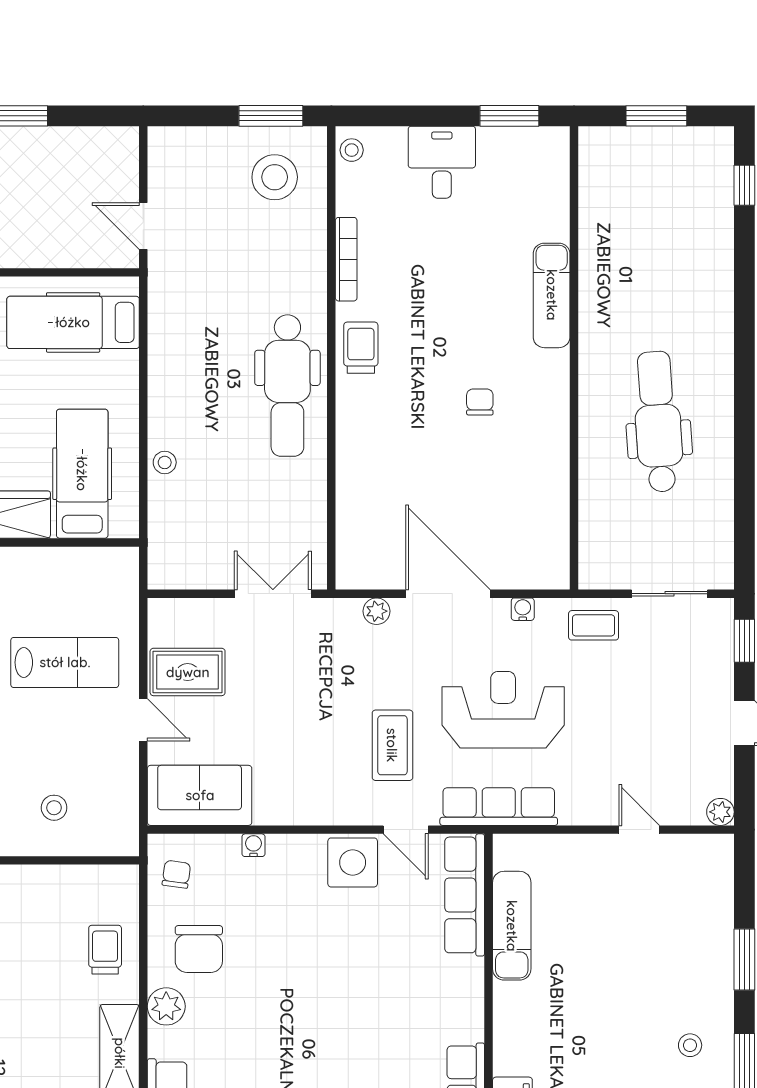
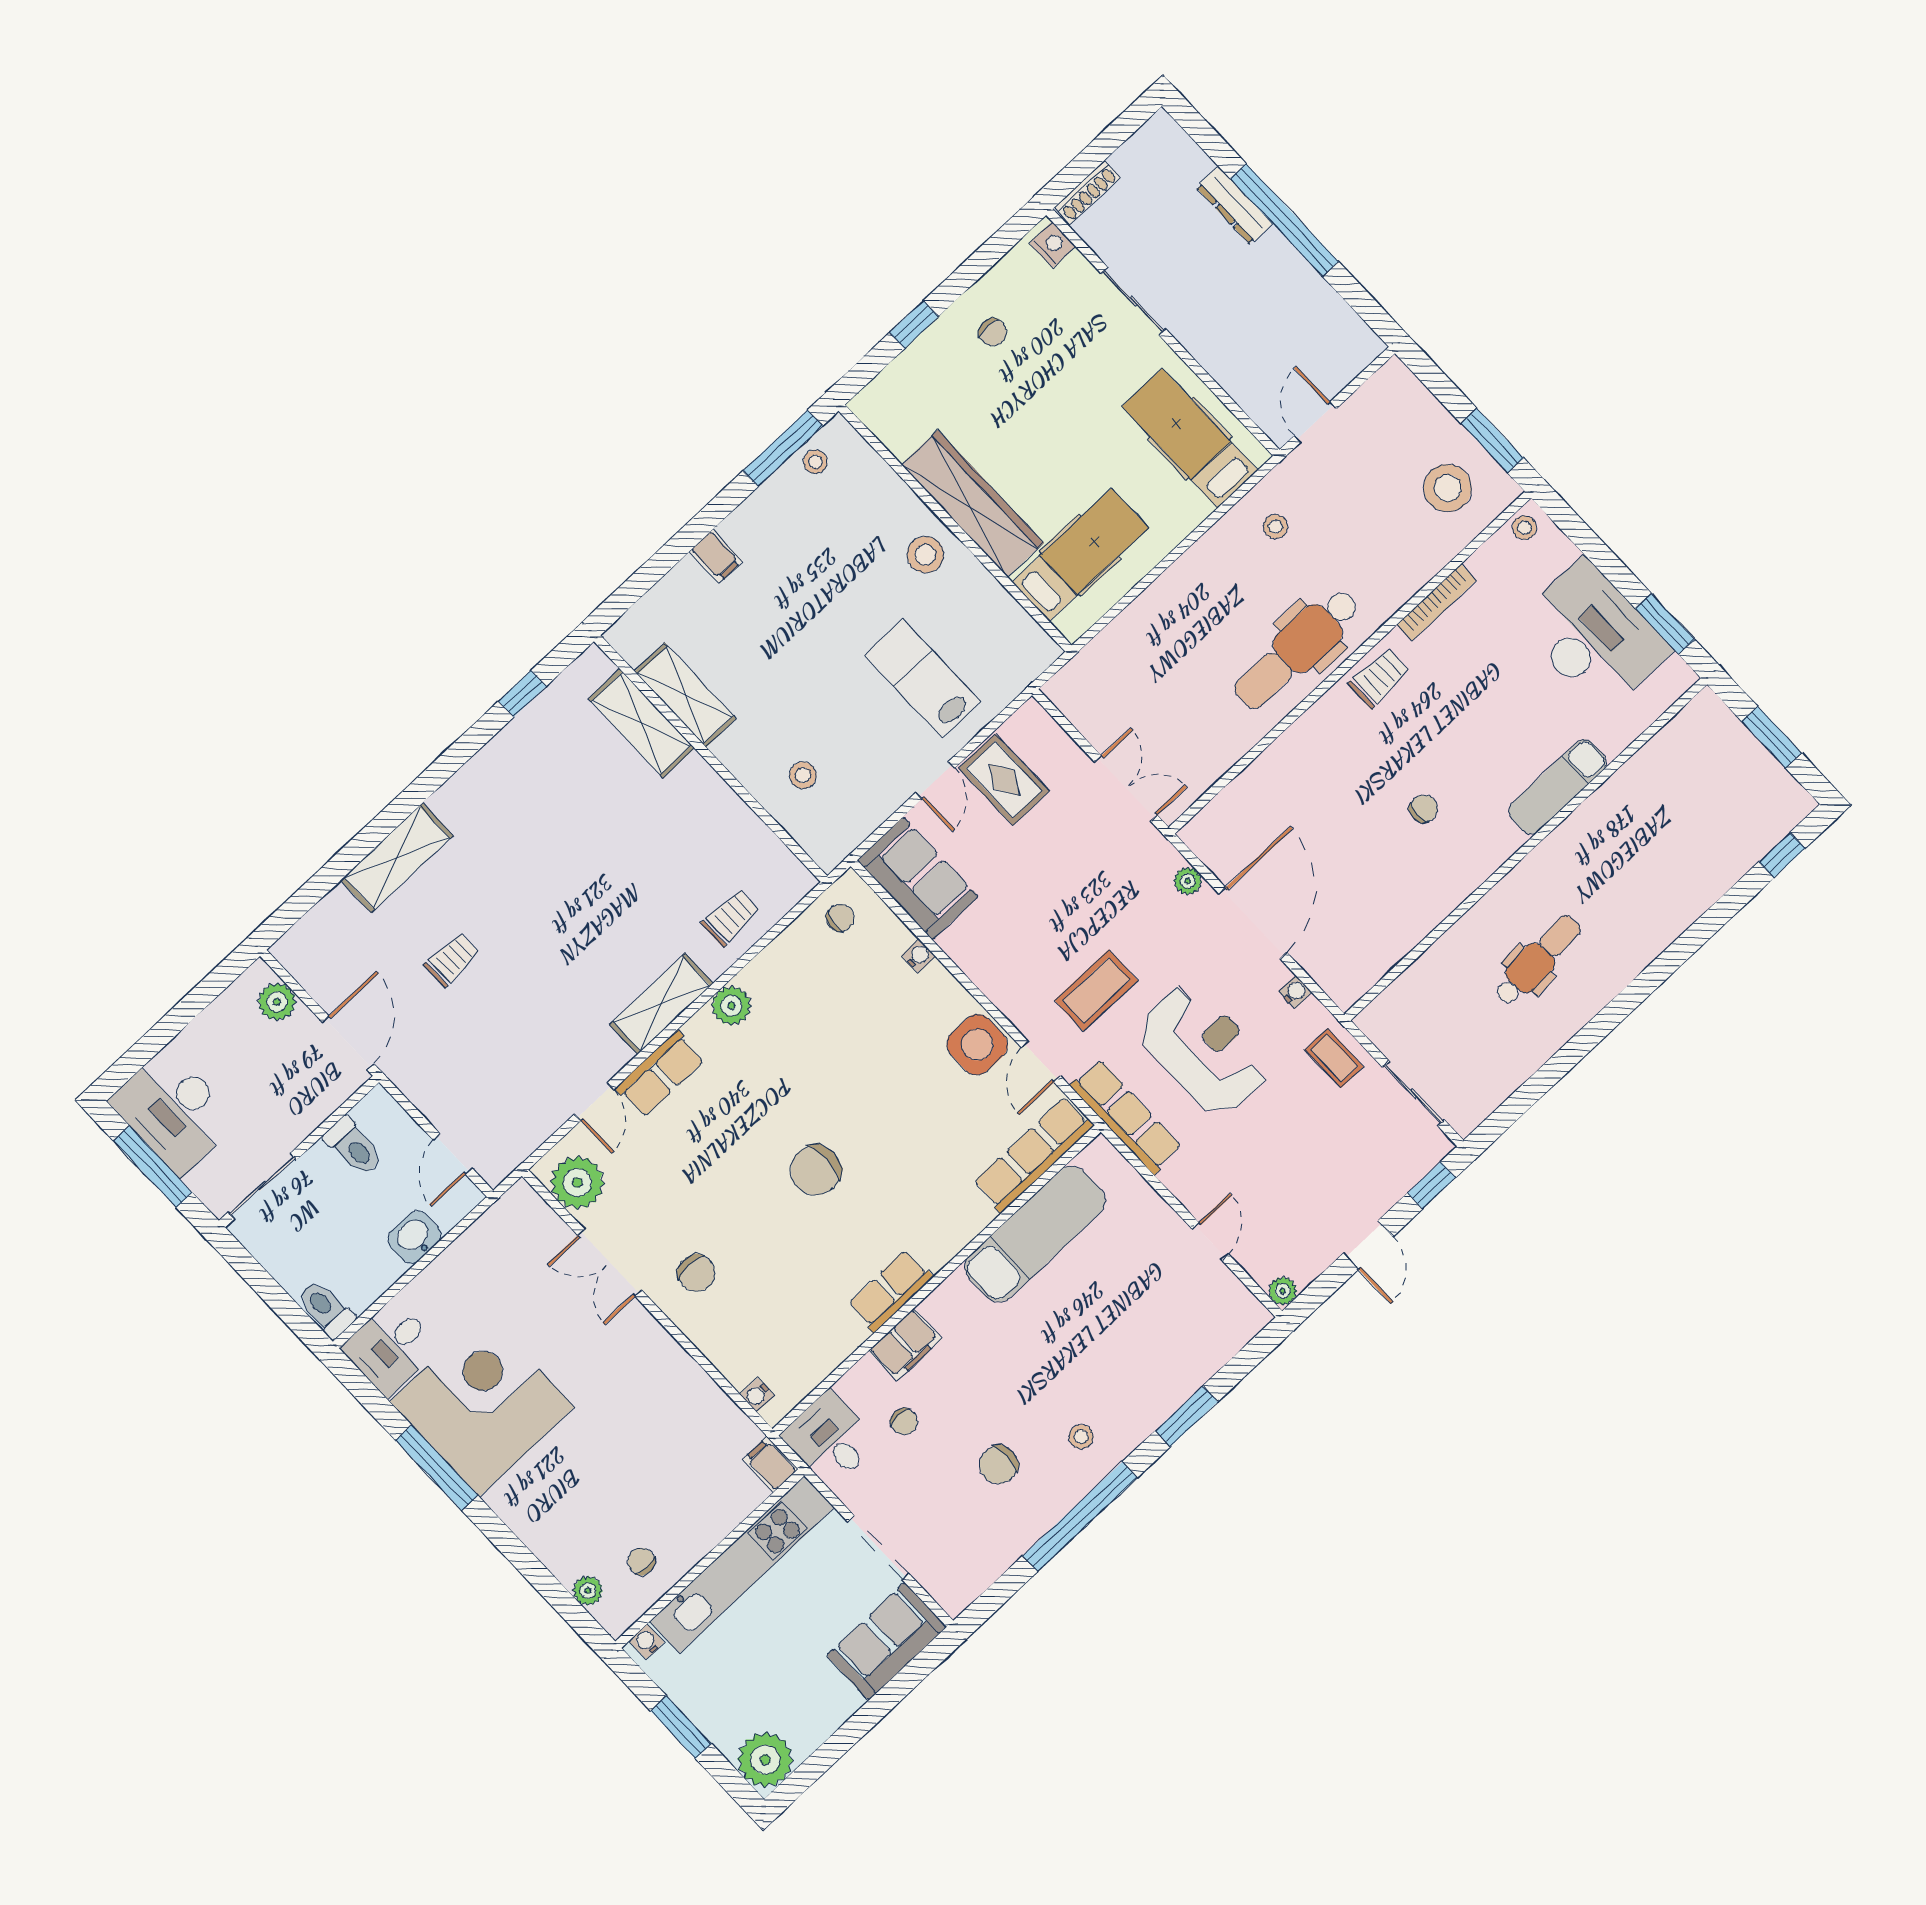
desk: (442, 162) -> (1593, 636), width x1.87, depth x1.30
dental chair: (658, 422) -> (1538, 960), width x0.73, depth x0.72
stool: (165, 462) -> (1275, 527), moved
lab bench: (65, 662) -> (922, 678), turned 180
exam couch: (512, 926) -> (1035, 1234), width x1.36, depth x1.45
chair: (199, 949) -> (816, 1170), moved

